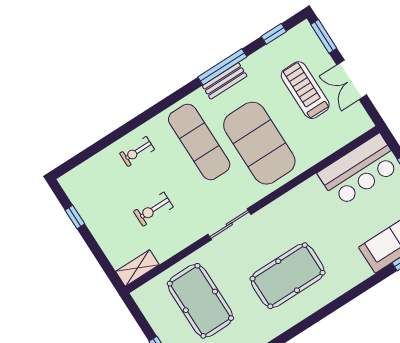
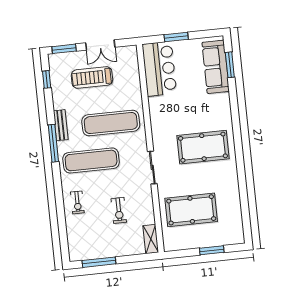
window: (222, 67) -> (53, 143), moved
exercise mat: (259, 143) -> (111, 123), width x0.68
window: (75, 217) -> (99, 262), width x2.17
pool table: (288, 276) -> (203, 147), turned 90

